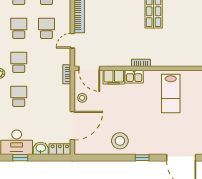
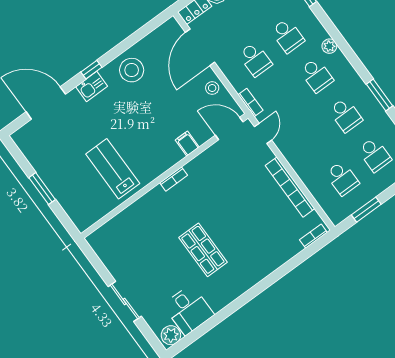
school desk: (46, 28) -> (255, 59), moved
door: (72, 41) -> (263, 133), moved
filing cabinet: (114, 77) -> (187, 144), width x0.50
kitchen sink: (134, 77) -> (92, 87), moved, turned 180

